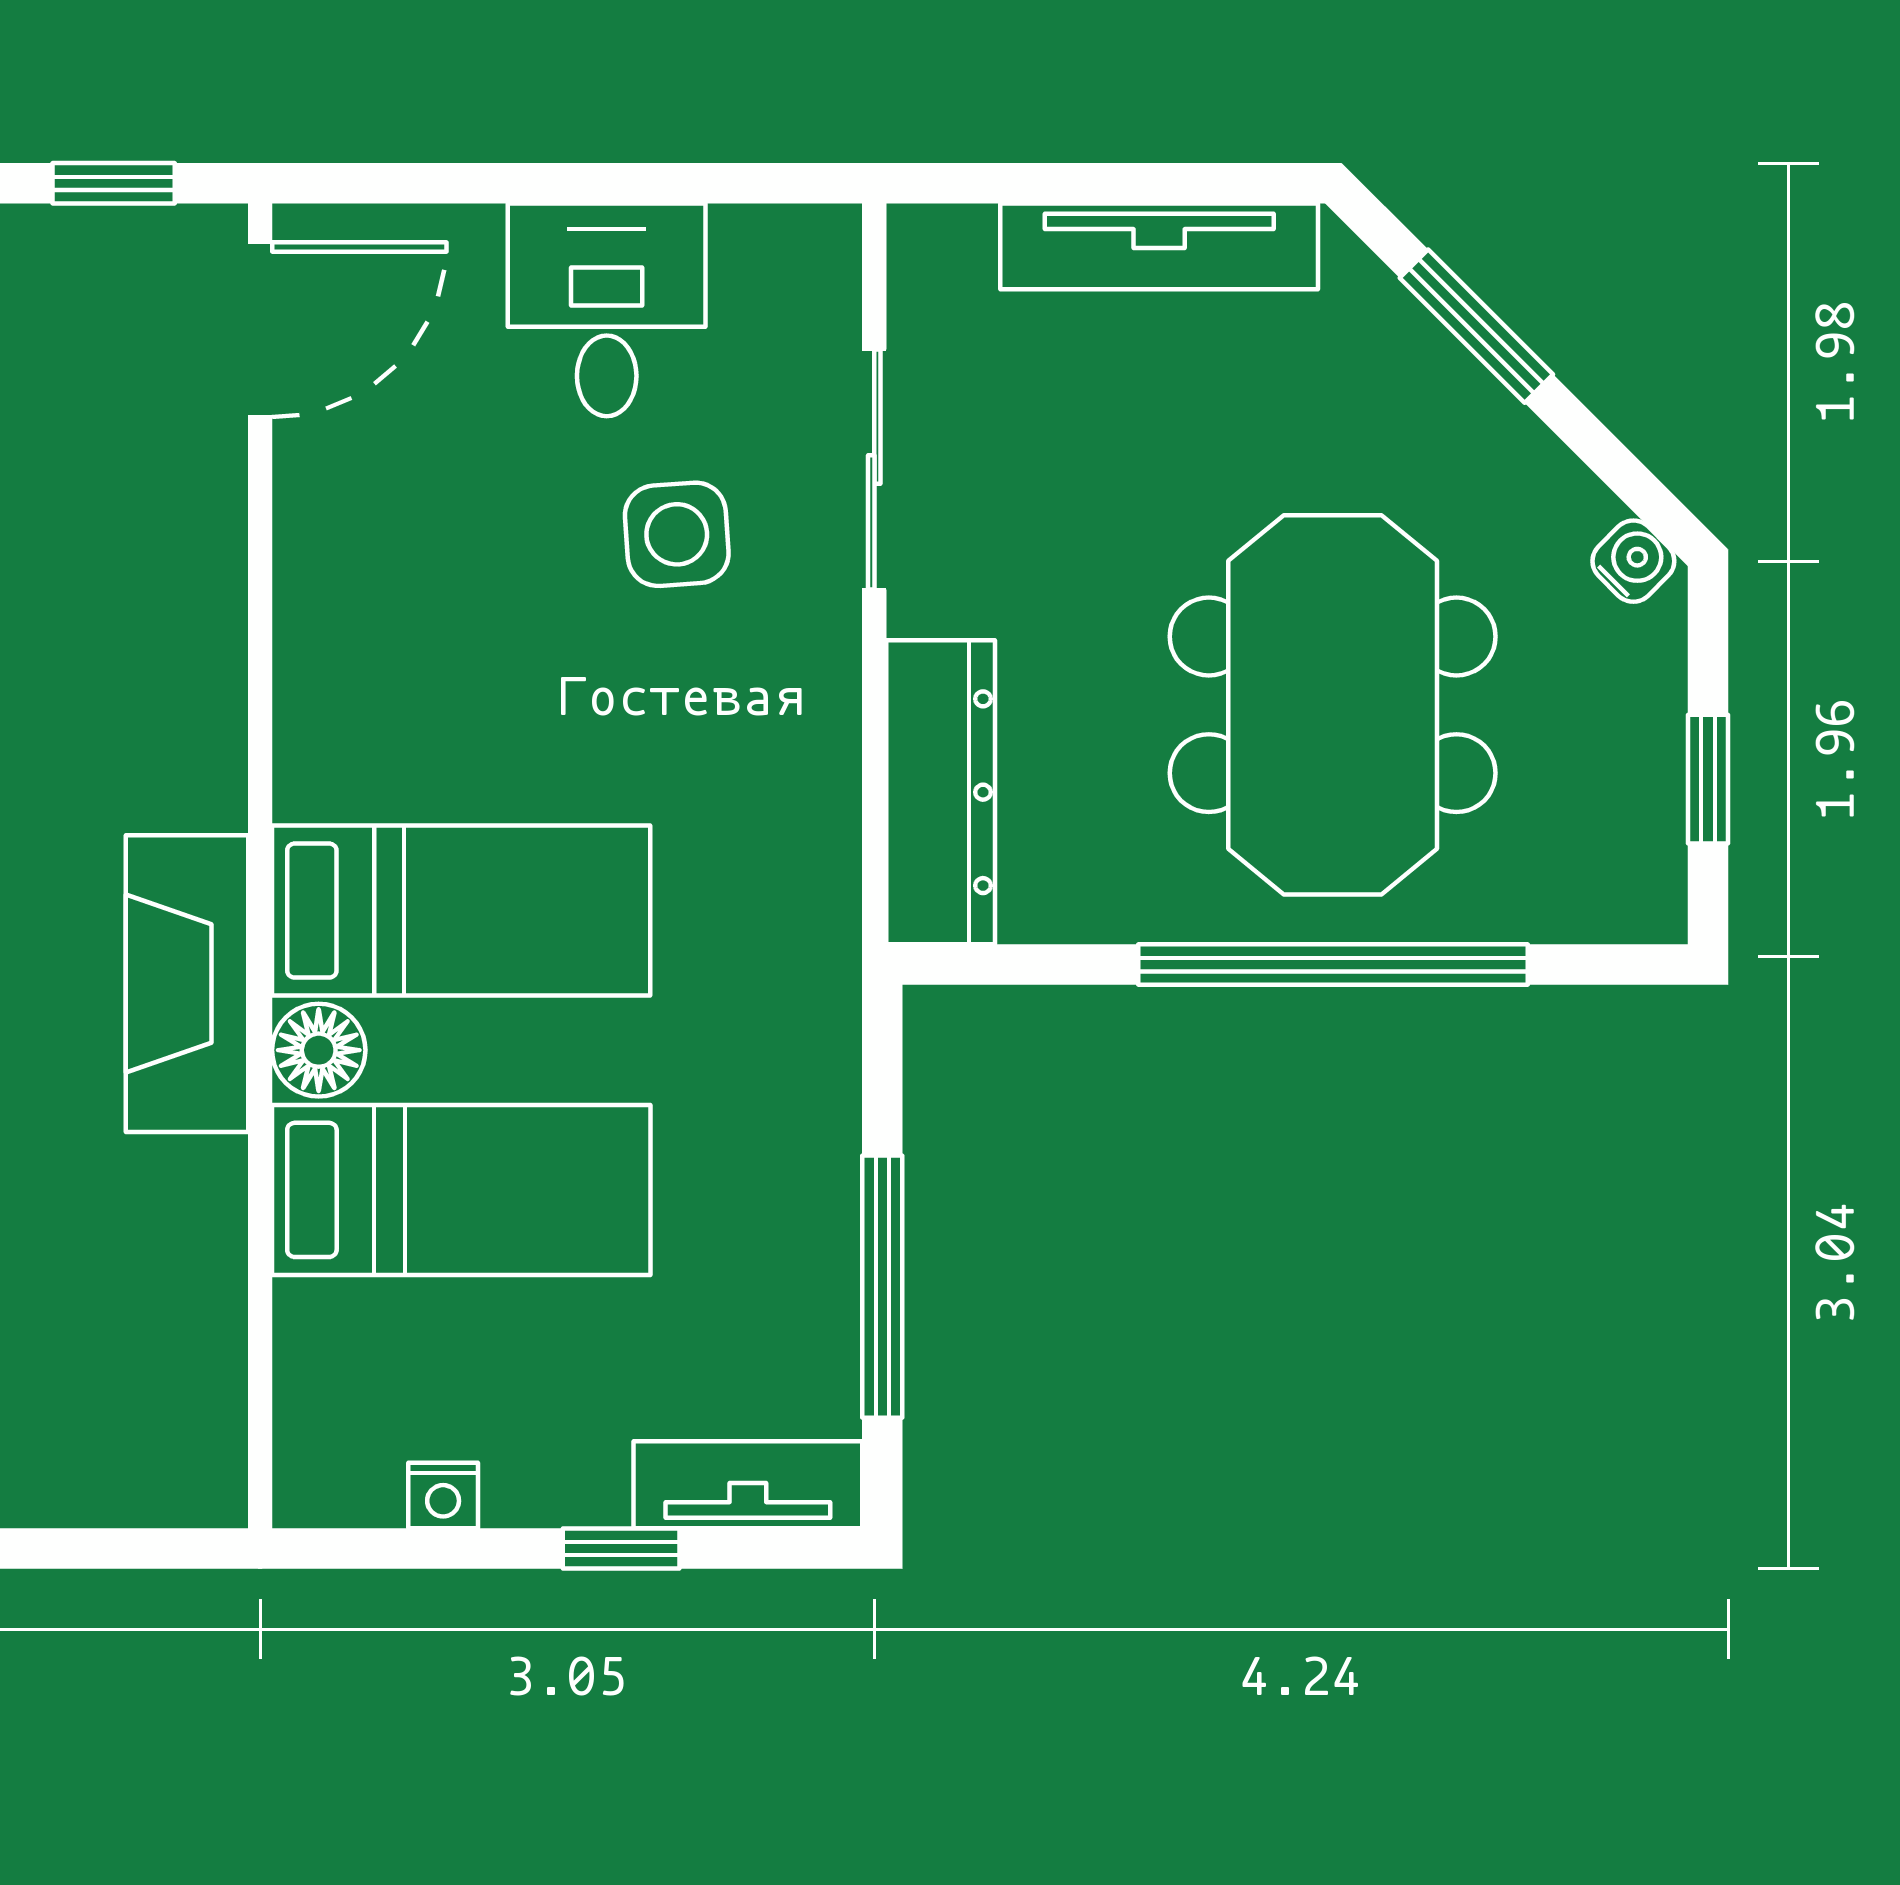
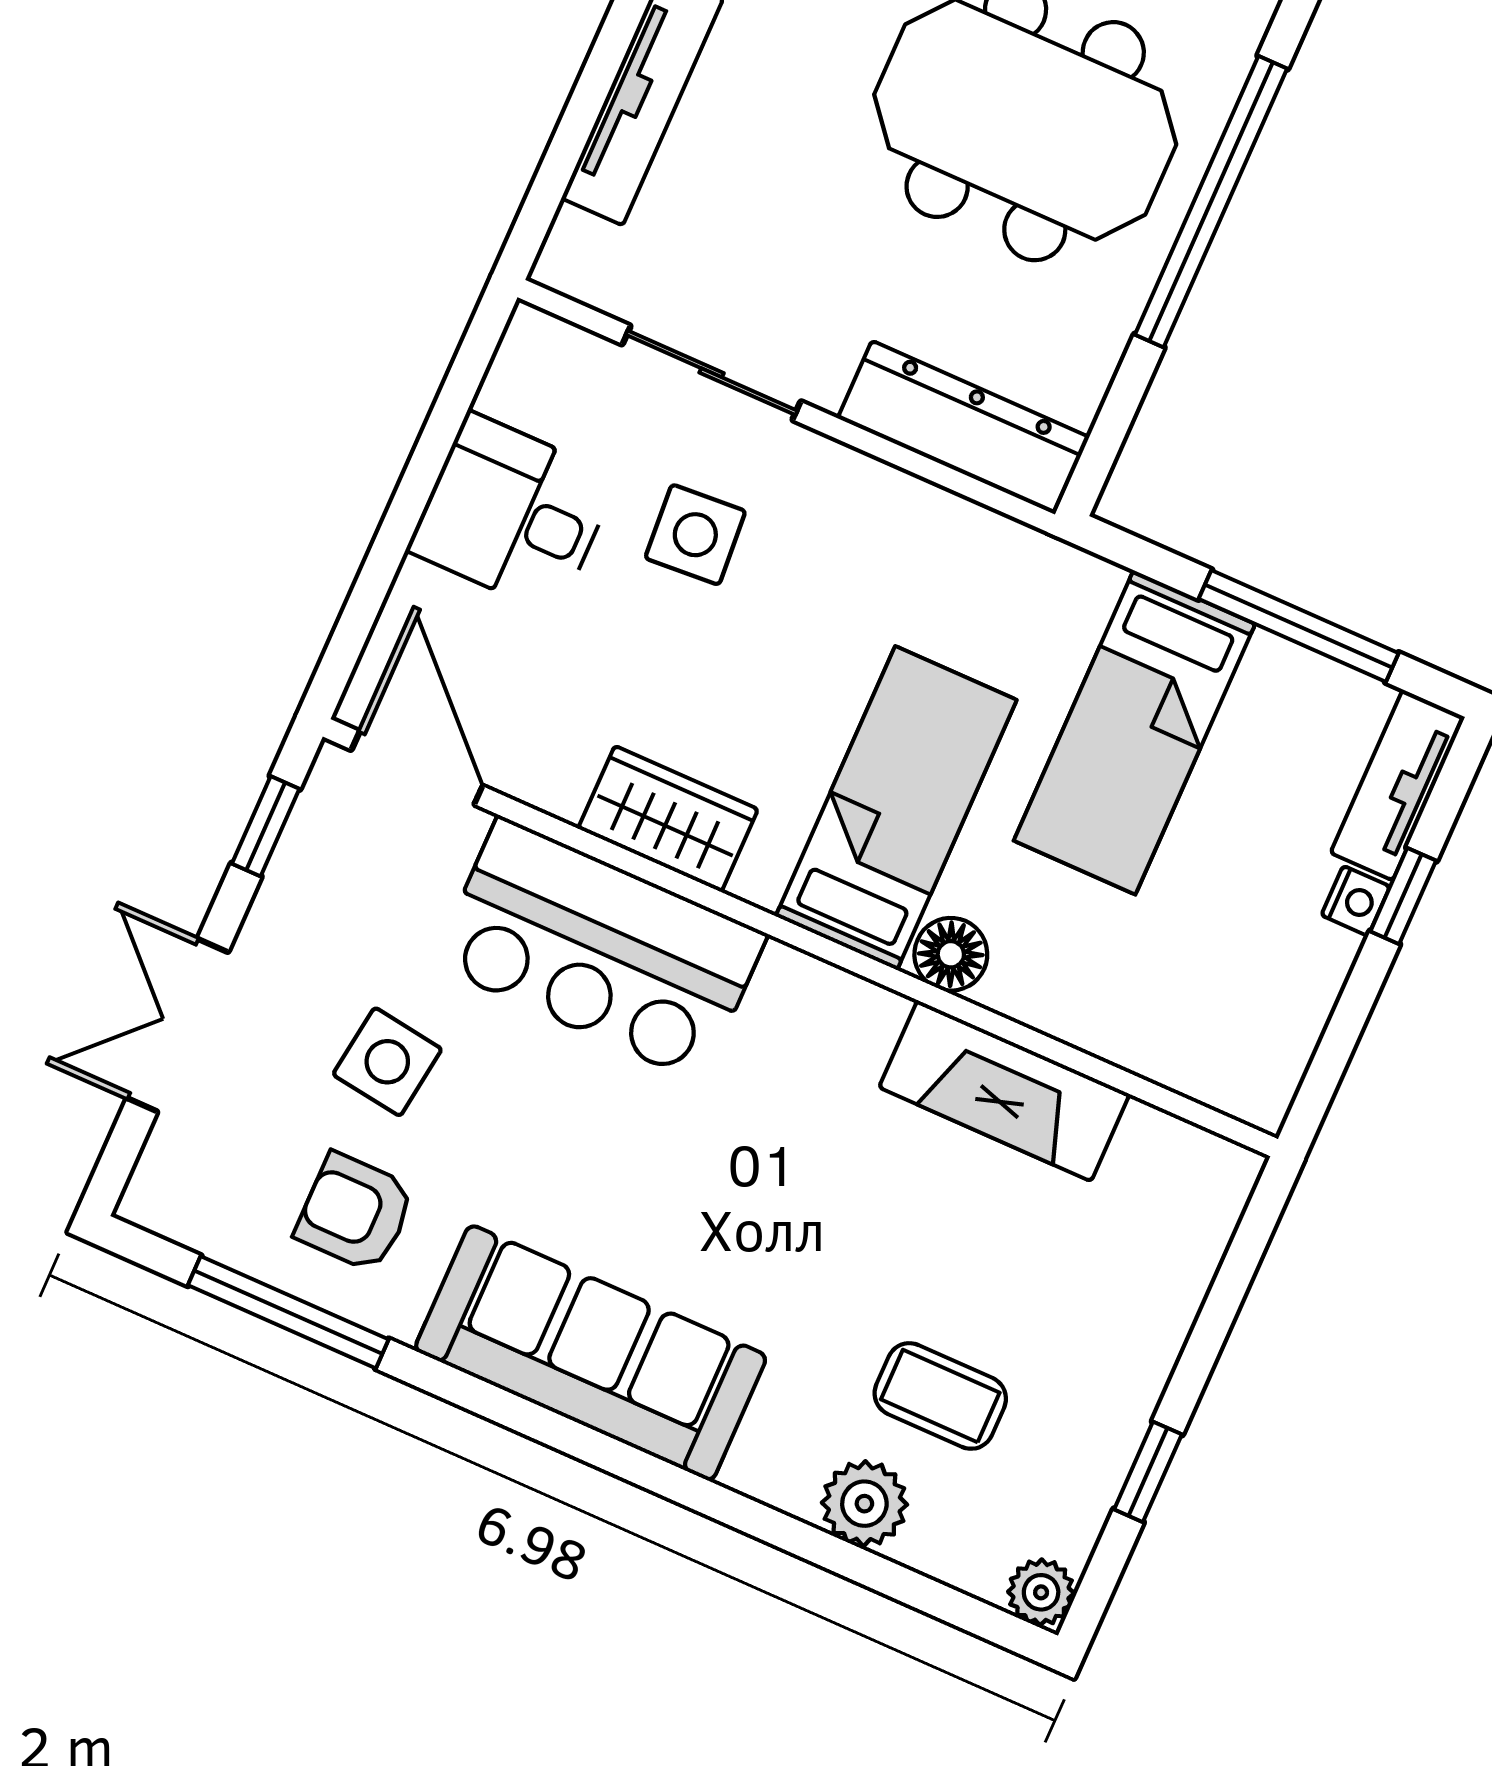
bar counter: (143, 638) -> (600, 949), added
wardrobe: (330, 650) -> (668, 819), added
fireplace: (187, 984) -> (1004, 1091), moved
bed: (461, 1190) -> (1134, 732), moved, turned 180
nightstand: (443, 1496) -> (1356, 901), moved

